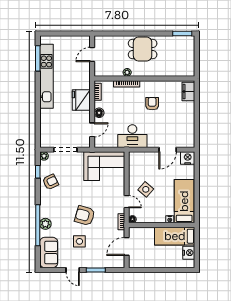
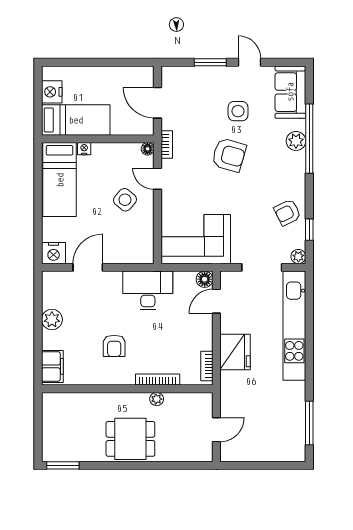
kitchen unit: (46, 76) -> (294, 326), moved
floor lamp: (99, 113) -> (205, 279), moved
plant: (189, 119) -> (52, 320), added
door: (127, 246) -> (158, 103), swing flipped

